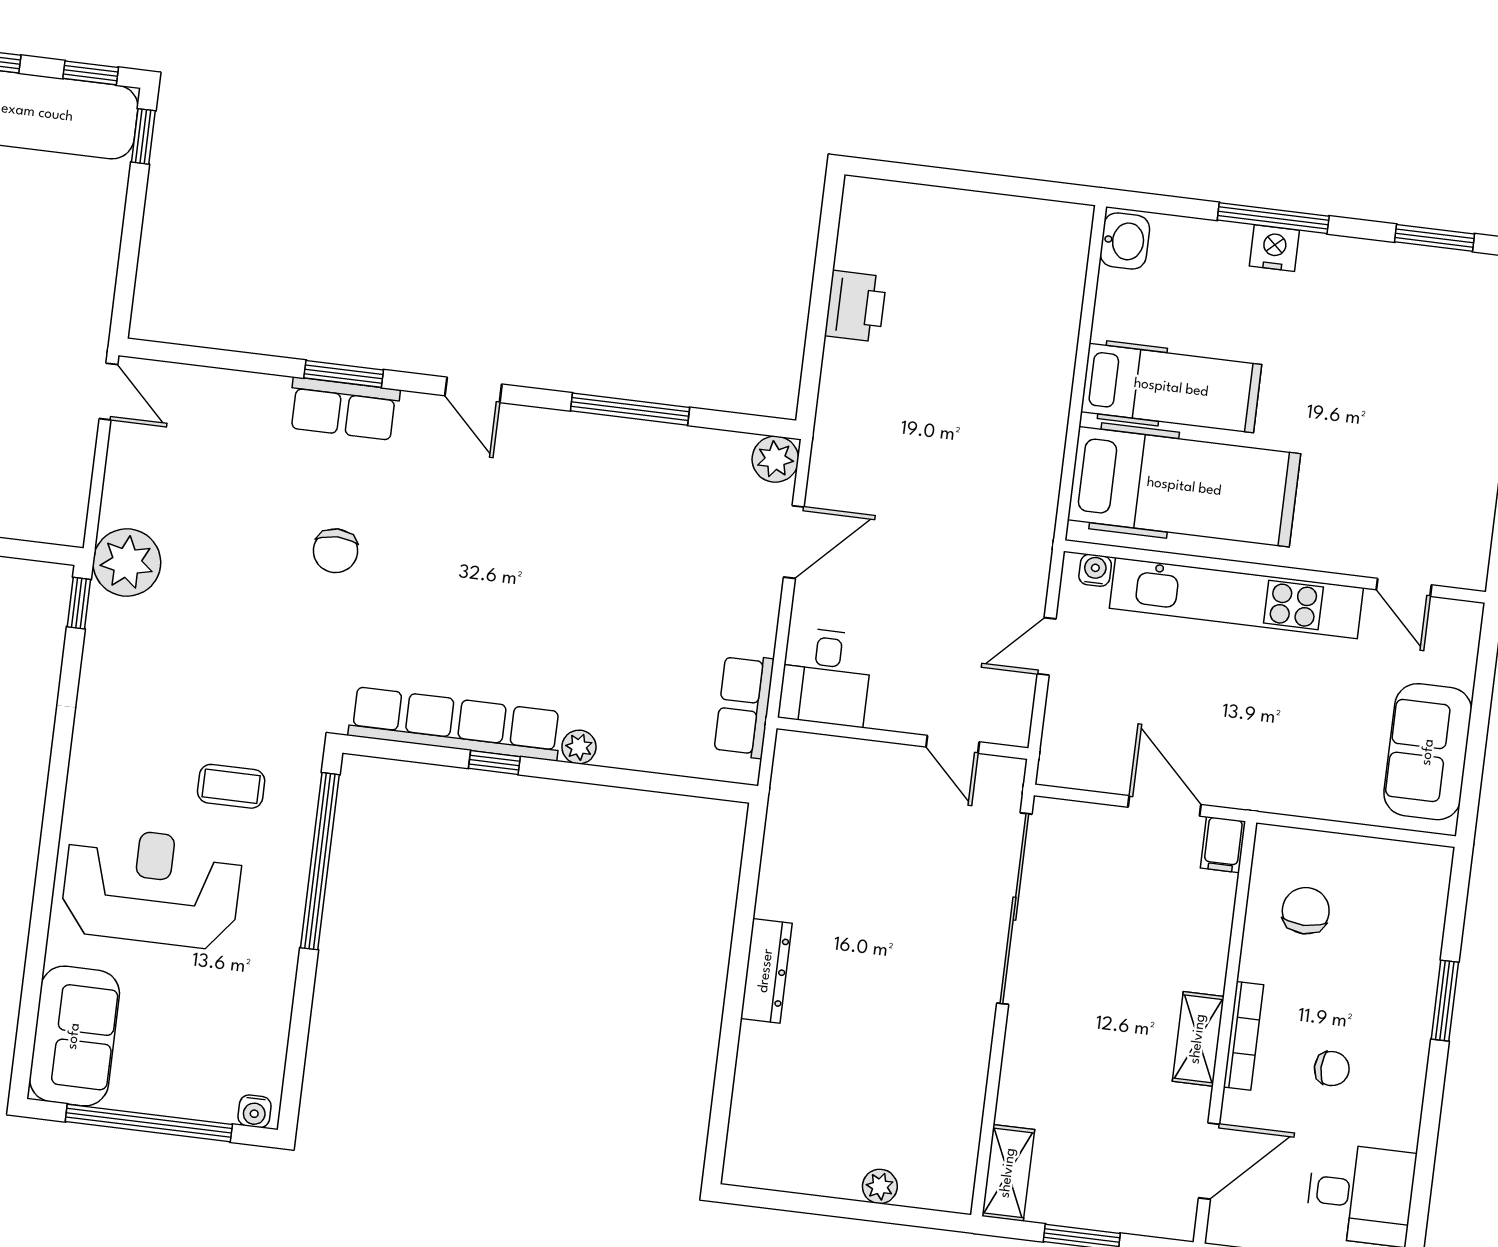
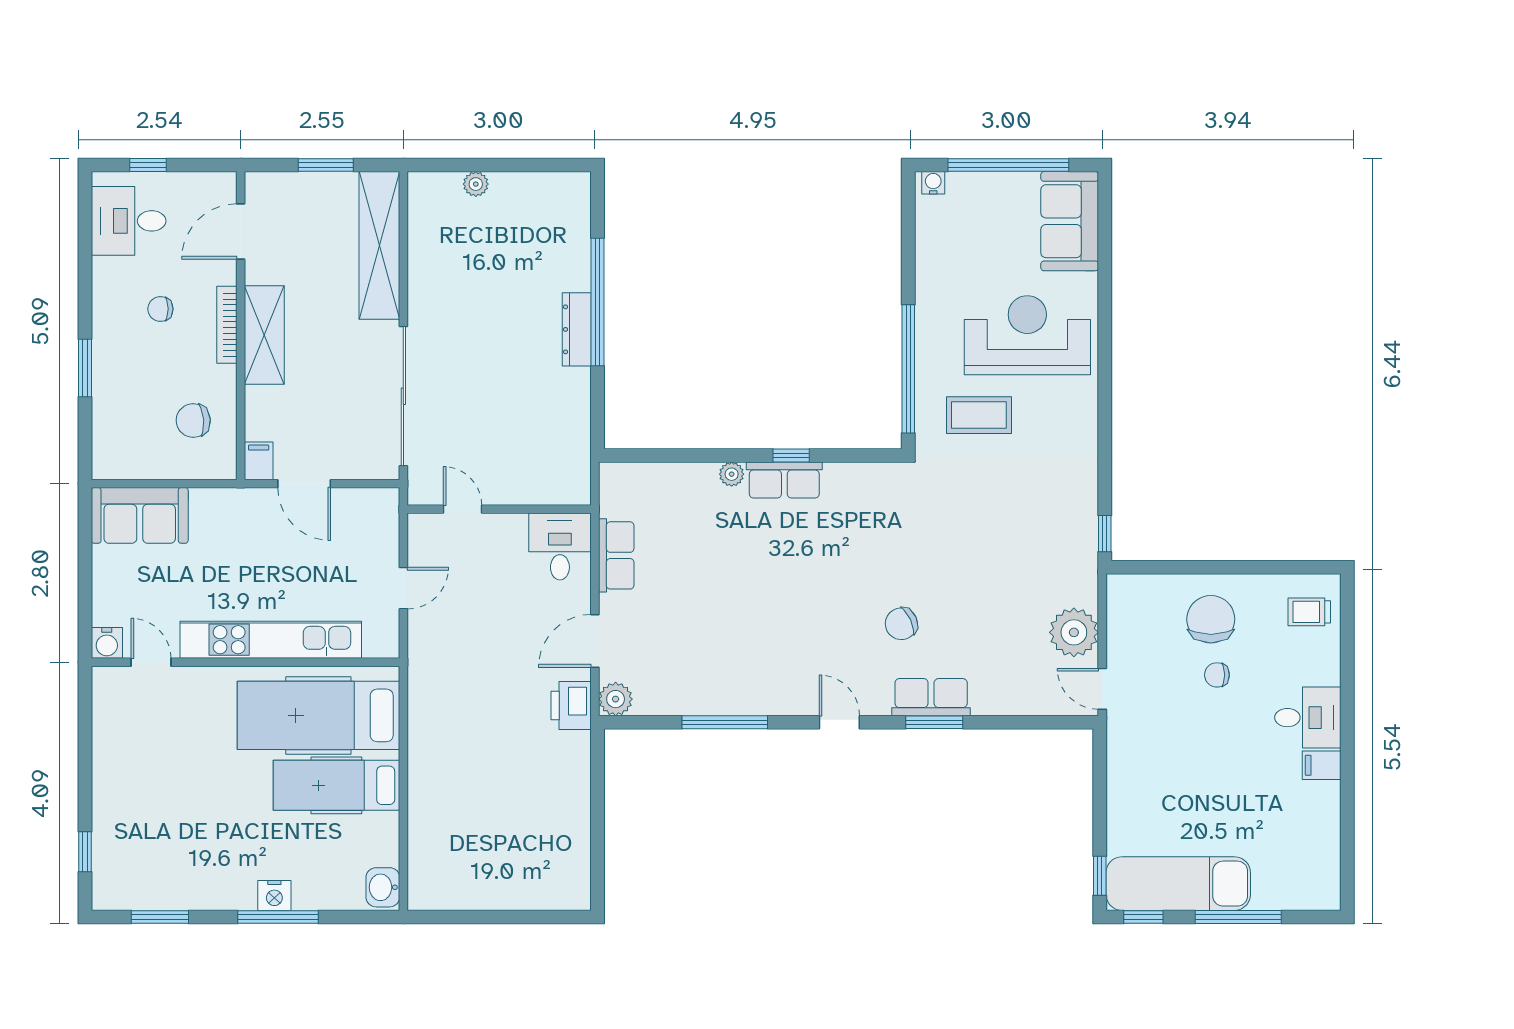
printer: (856, 306) -> (571, 705), moved
chair: (336, 551) -> (901, 624), moved, turned -115
plant: (127, 563) -> (1074, 632), moved
water cooler: (1095, 570) -> (107, 643), moved, width x1.38, depth x1.38
row of seats: (744, 706) -> (616, 555), moved
row of seats: (455, 724) -> (784, 480), width x0.50
sofa: (1428, 752) -> (140, 515), moved, turned 90
coffee table: (231, 786) -> (979, 415), width x1.36, depth x1.30
reception desk: (152, 887) -> (1027, 335), turned 180
chair: (1306, 911) -> (193, 421), turned 85
window: (733, 1005) -> (597, 302), added
shelving: (1198, 1039) -> (264, 335), width x1.50, depth x1.33
shelving: (1008, 1173) -> (379, 245), width x2.20, depth x1.33

